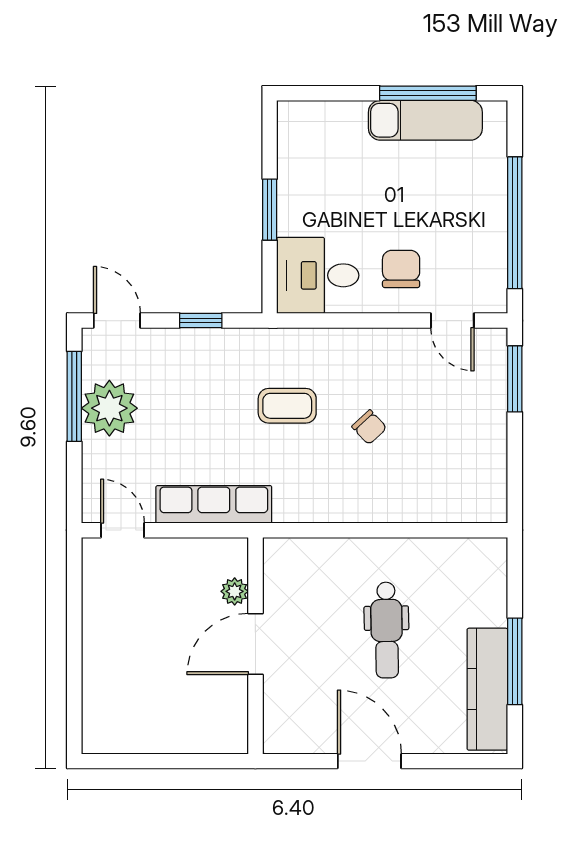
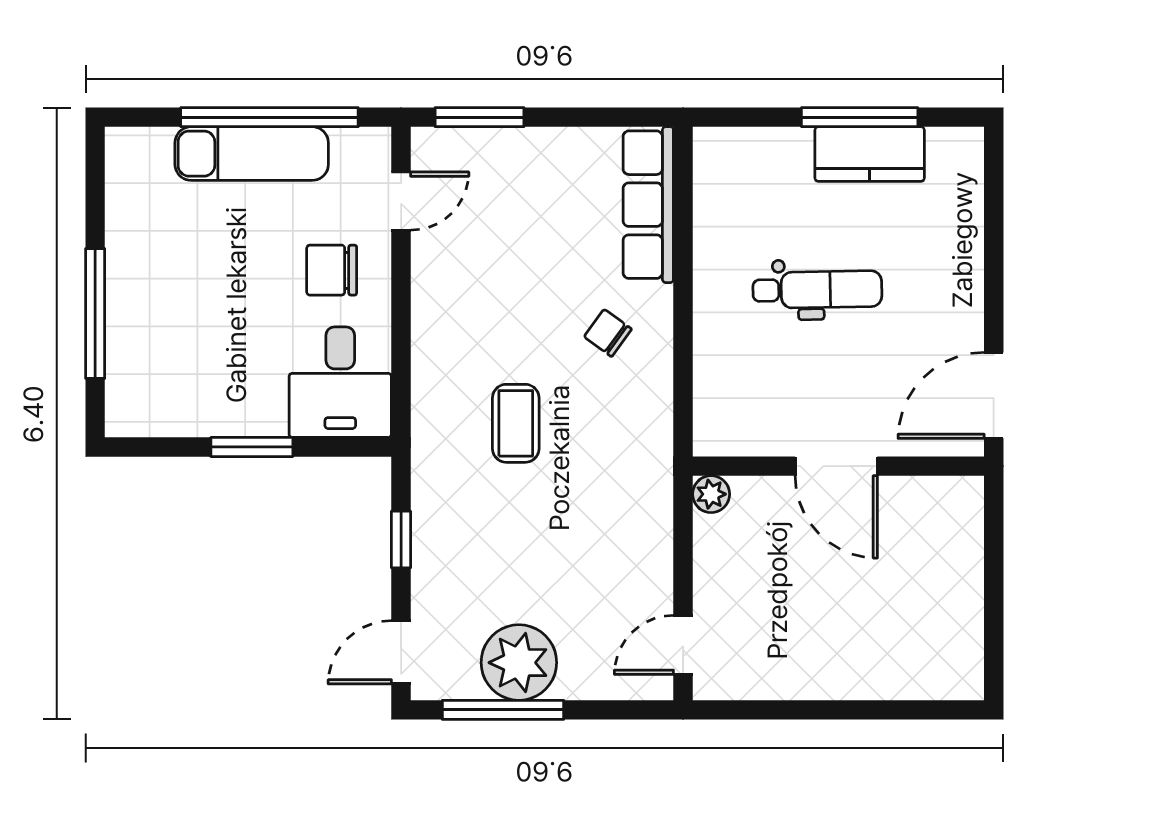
window: (428, 93) -> (95, 314), moved
exam couch: (425, 120) -> (252, 154), moved, turned 90
chair: (369, 427) -> (608, 333), moved, turned -101
row of seats: (214, 504) -> (648, 205), moved
plant: (235, 591) -> (711, 494), moved
kitchen counter: (487, 689) -> (870, 154), width x0.67
door: (369, 761) -> (994, 395), moved

